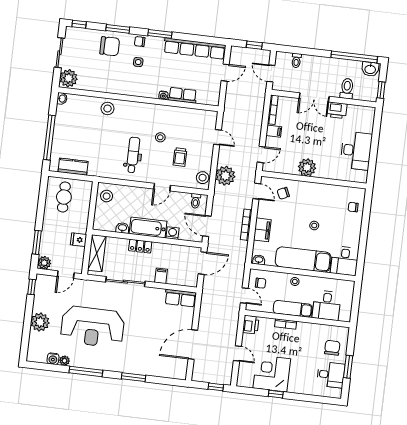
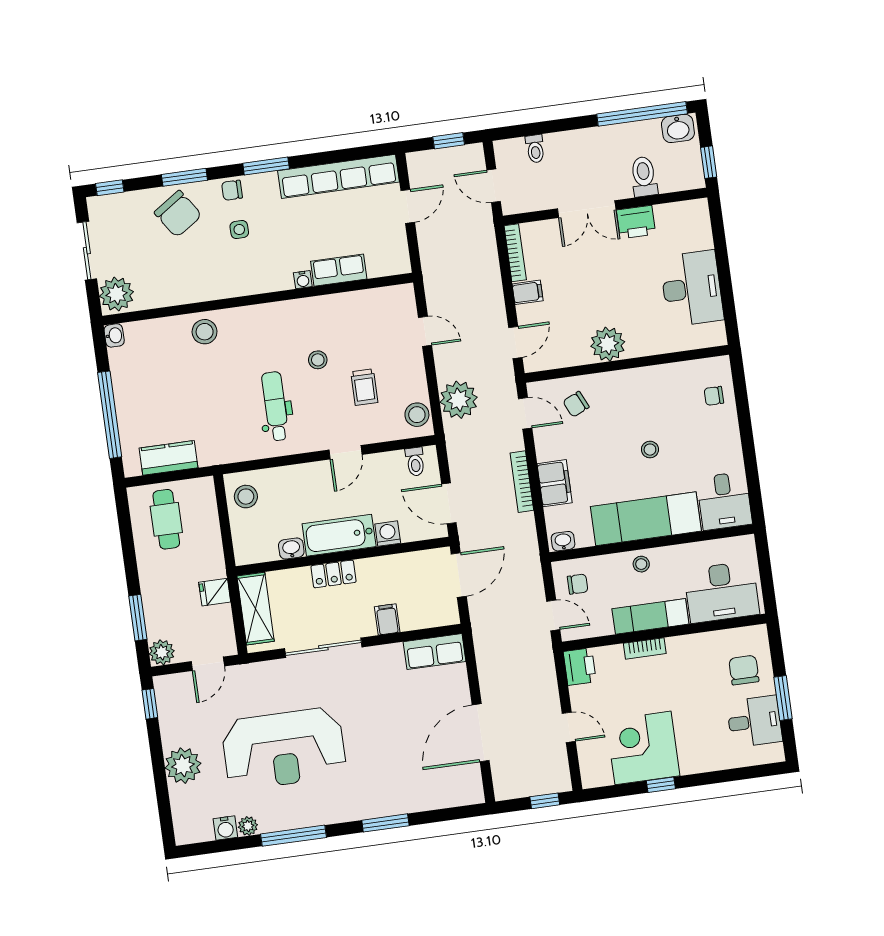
chair: (110, 46) -> (178, 214), turned 56
desk: (327, 305) -> (722, 592), width x1.37

